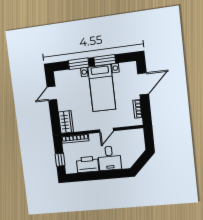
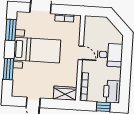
window: (105, 60) -> (11, 30), moved
printer: (88, 164) -> (112, 92), moved

